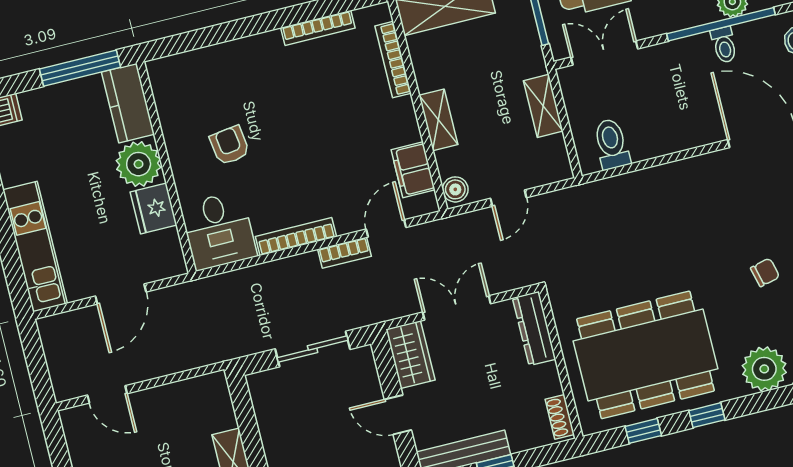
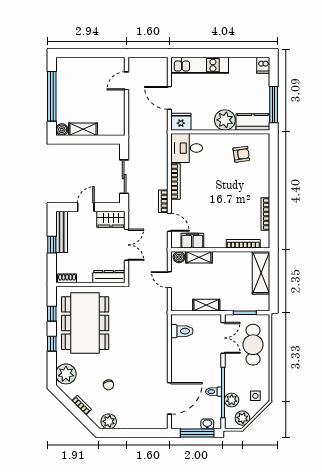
shelving: (438, 120) -> (199, 257), moved
armchair: (230, 145) -> (241, 154), moved
fridge: (154, 208) -> (181, 122), moved

